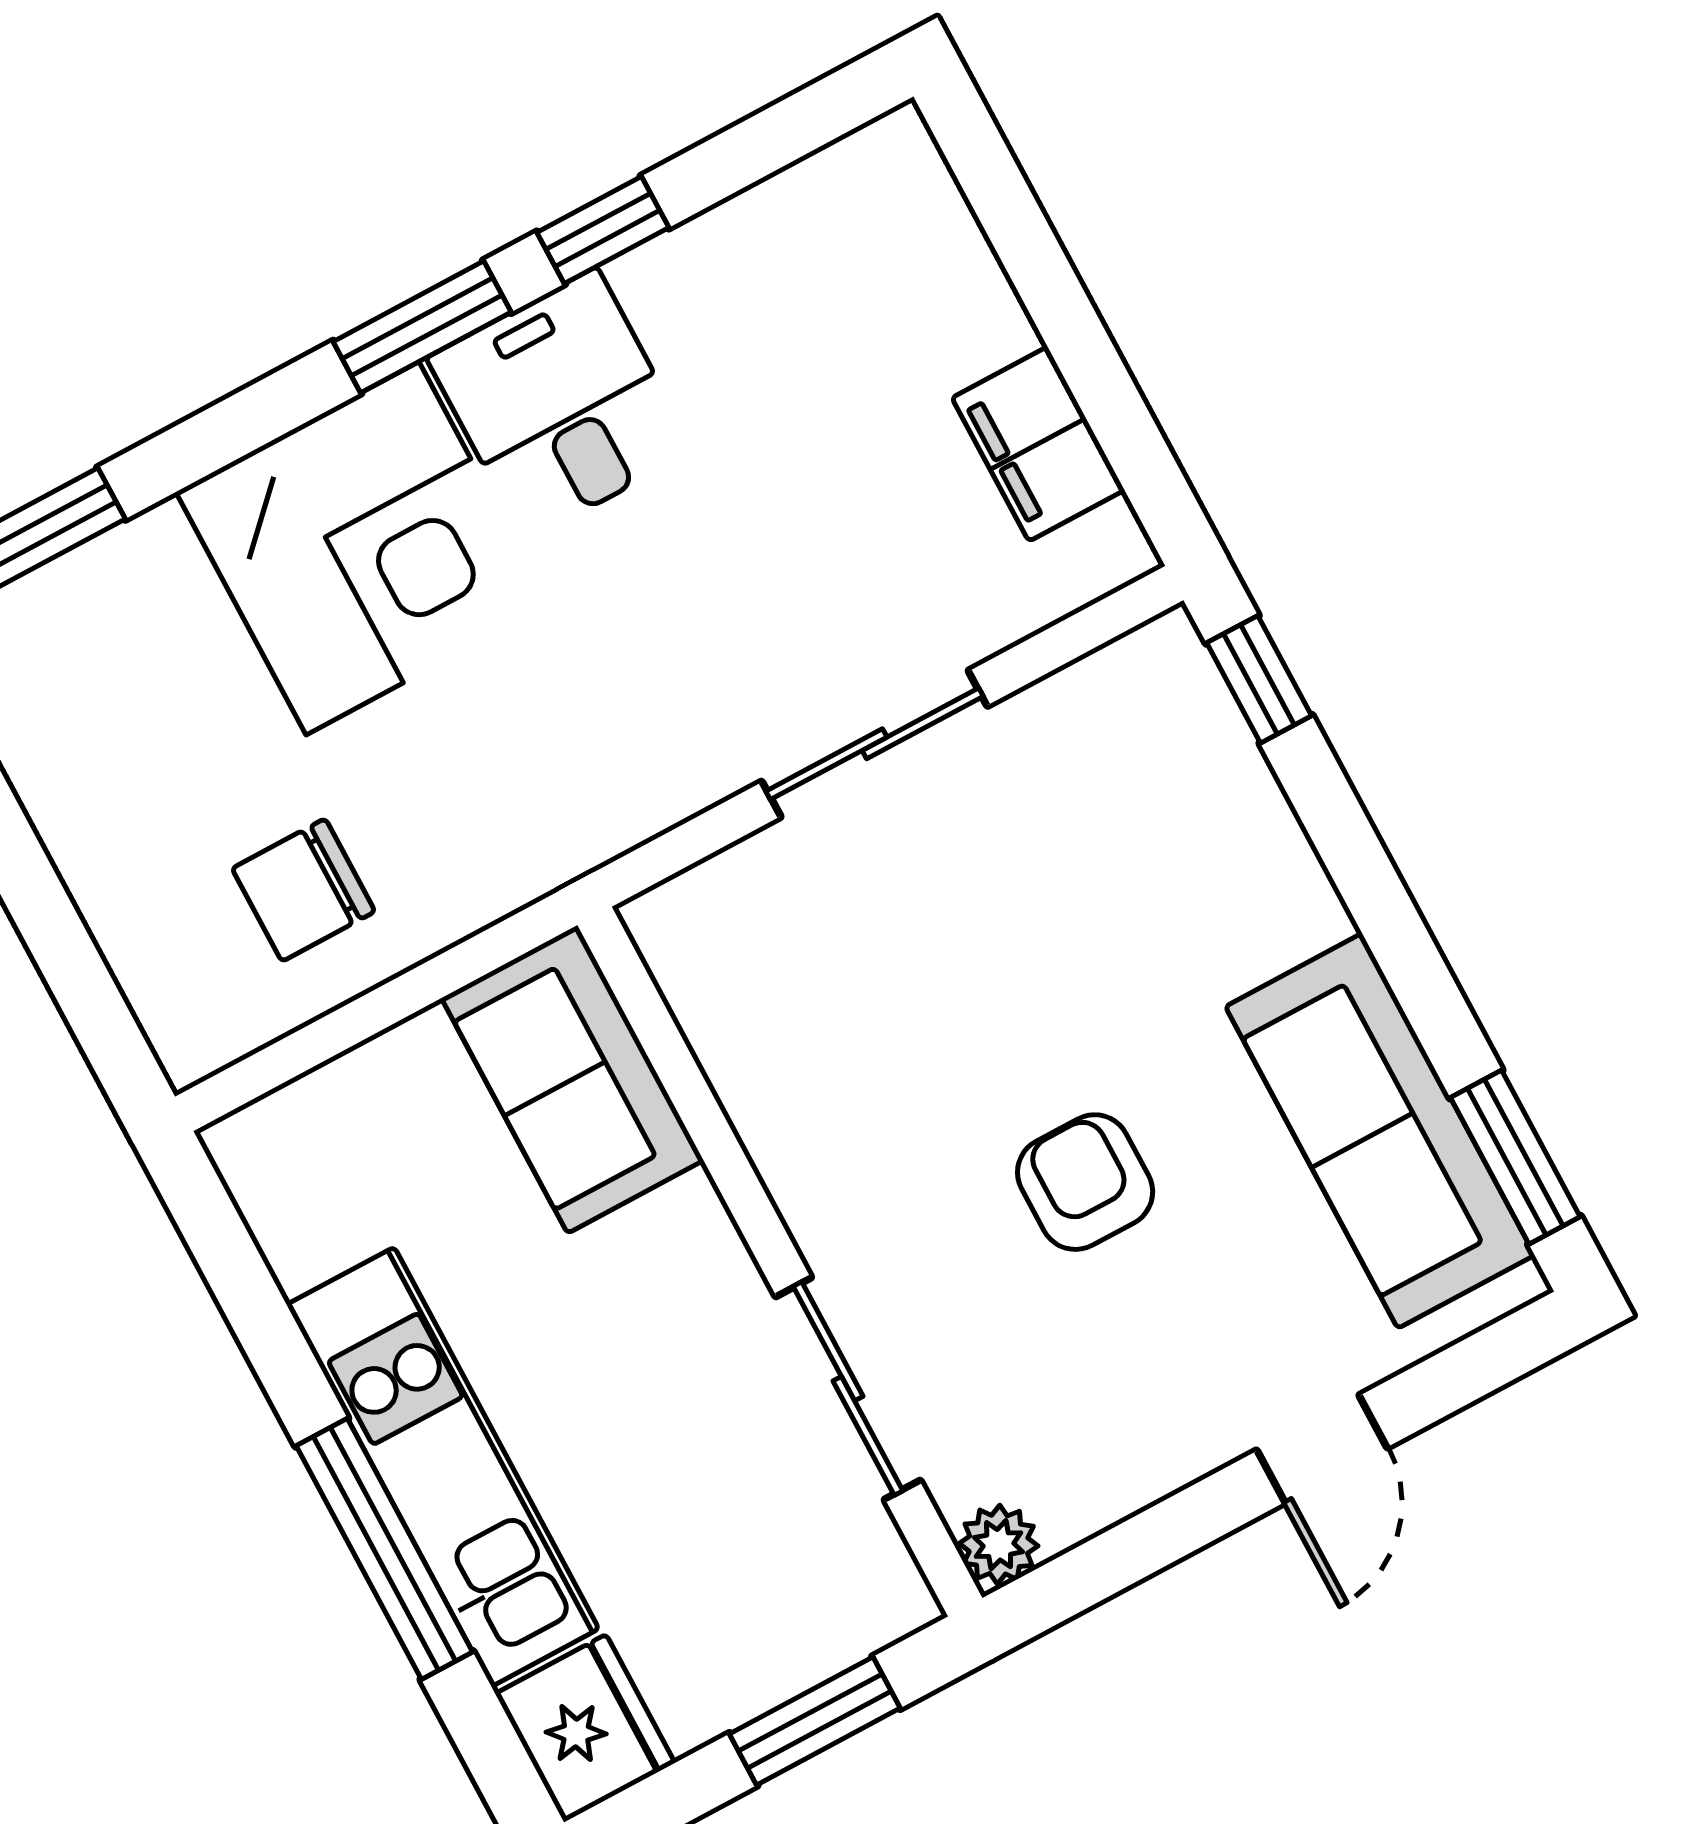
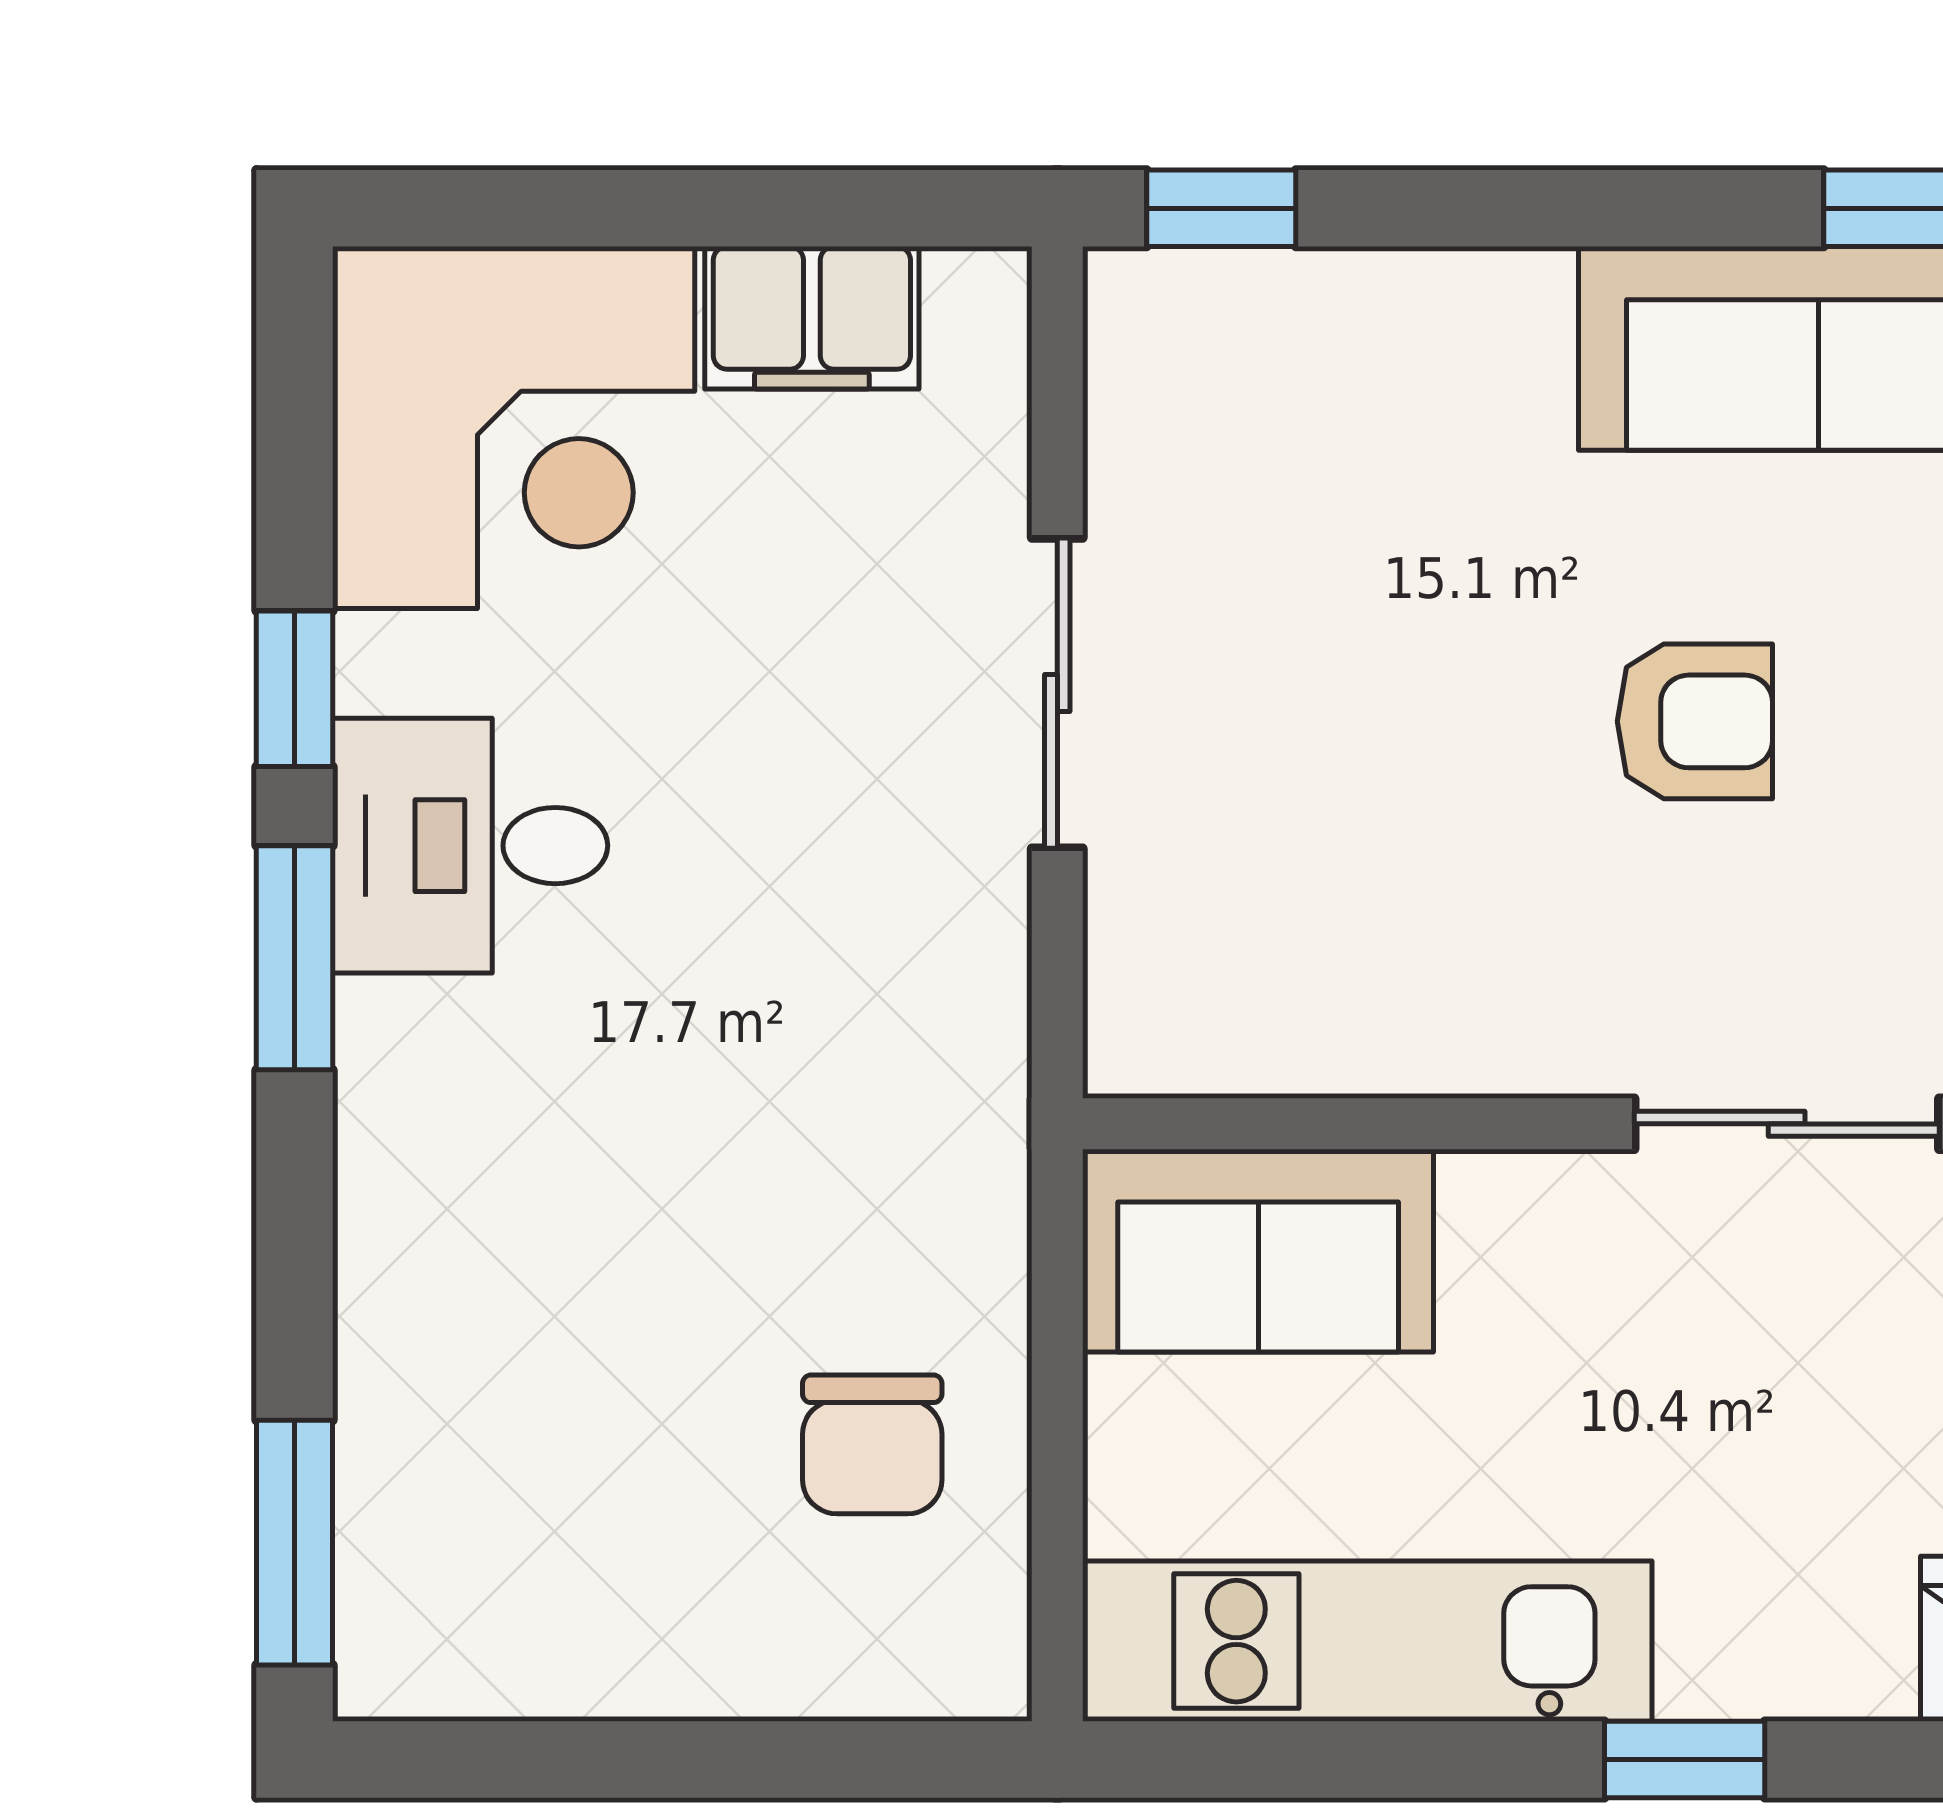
corner desk: (362, 548) -> (514, 428), moved, turned 90
armchair: (1085, 1182) -> (1695, 721), turned 180
kitchen unit: (443, 1467) -> (1367, 1641), moved
window: (384, 1549) -> (1685, 1759), width x0.46

